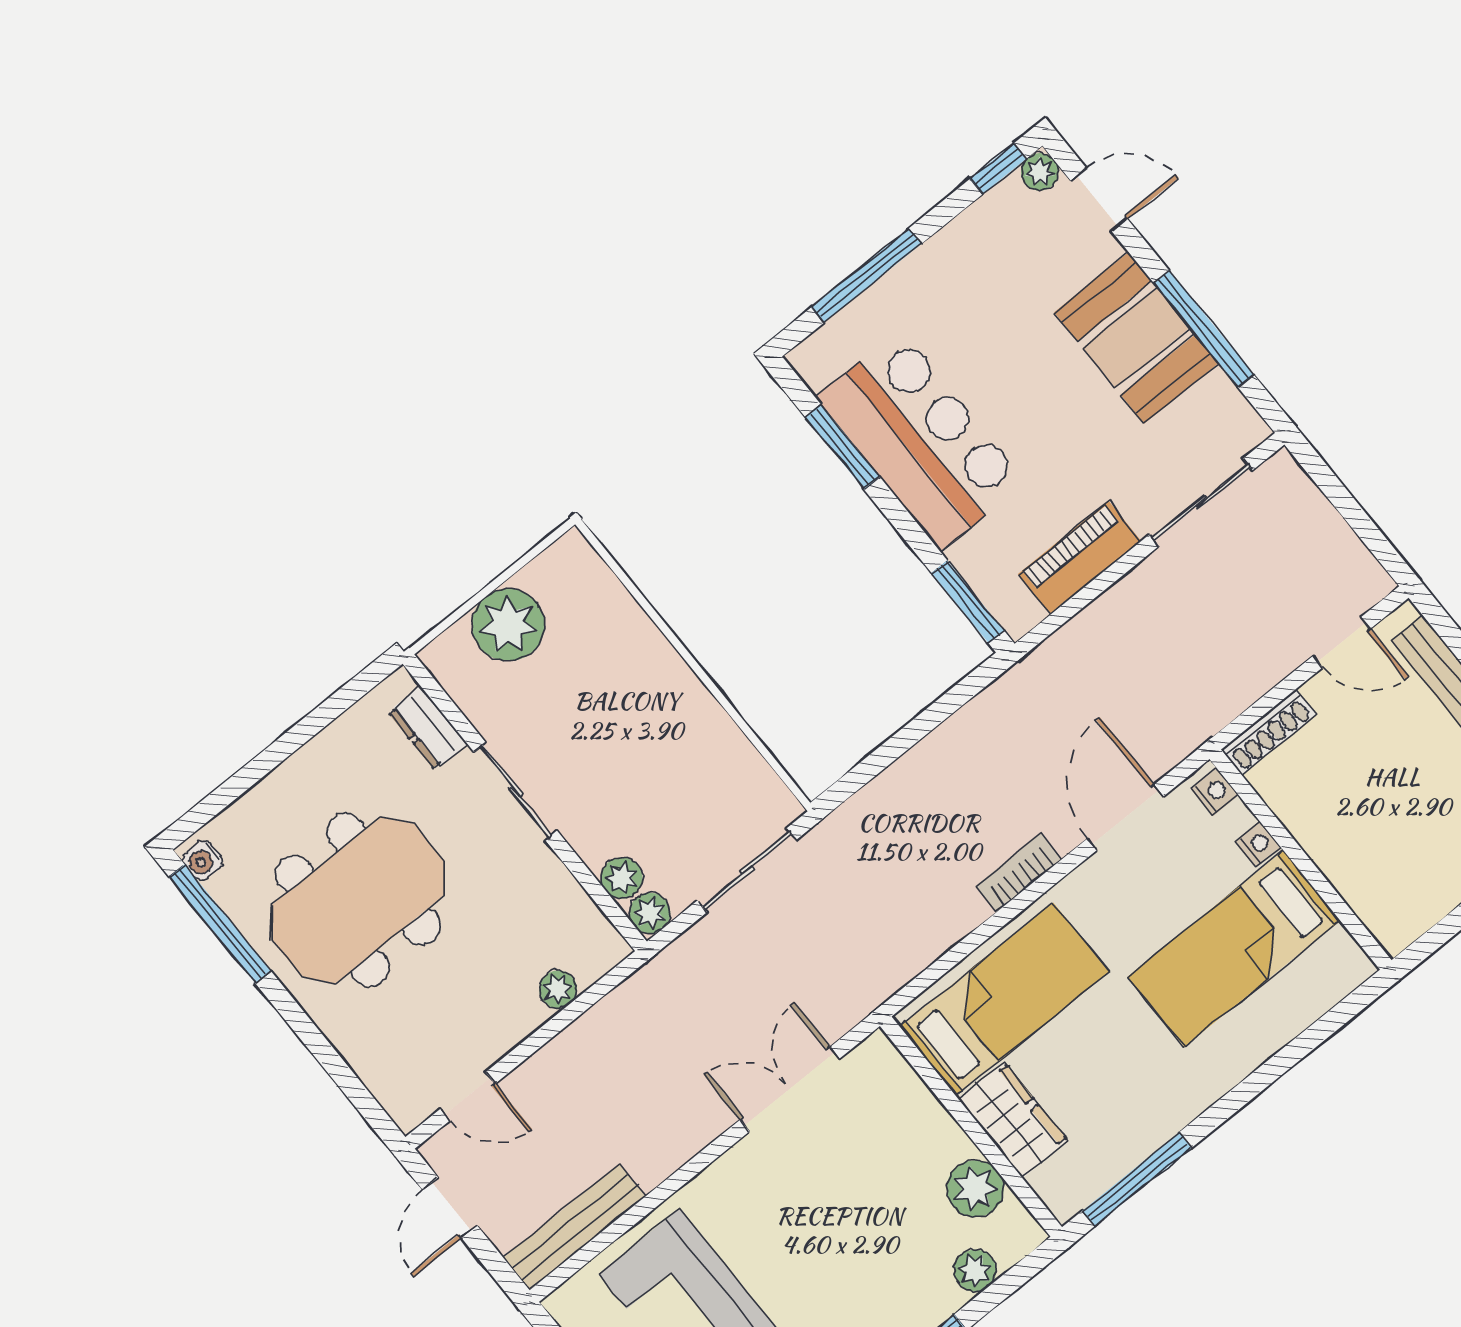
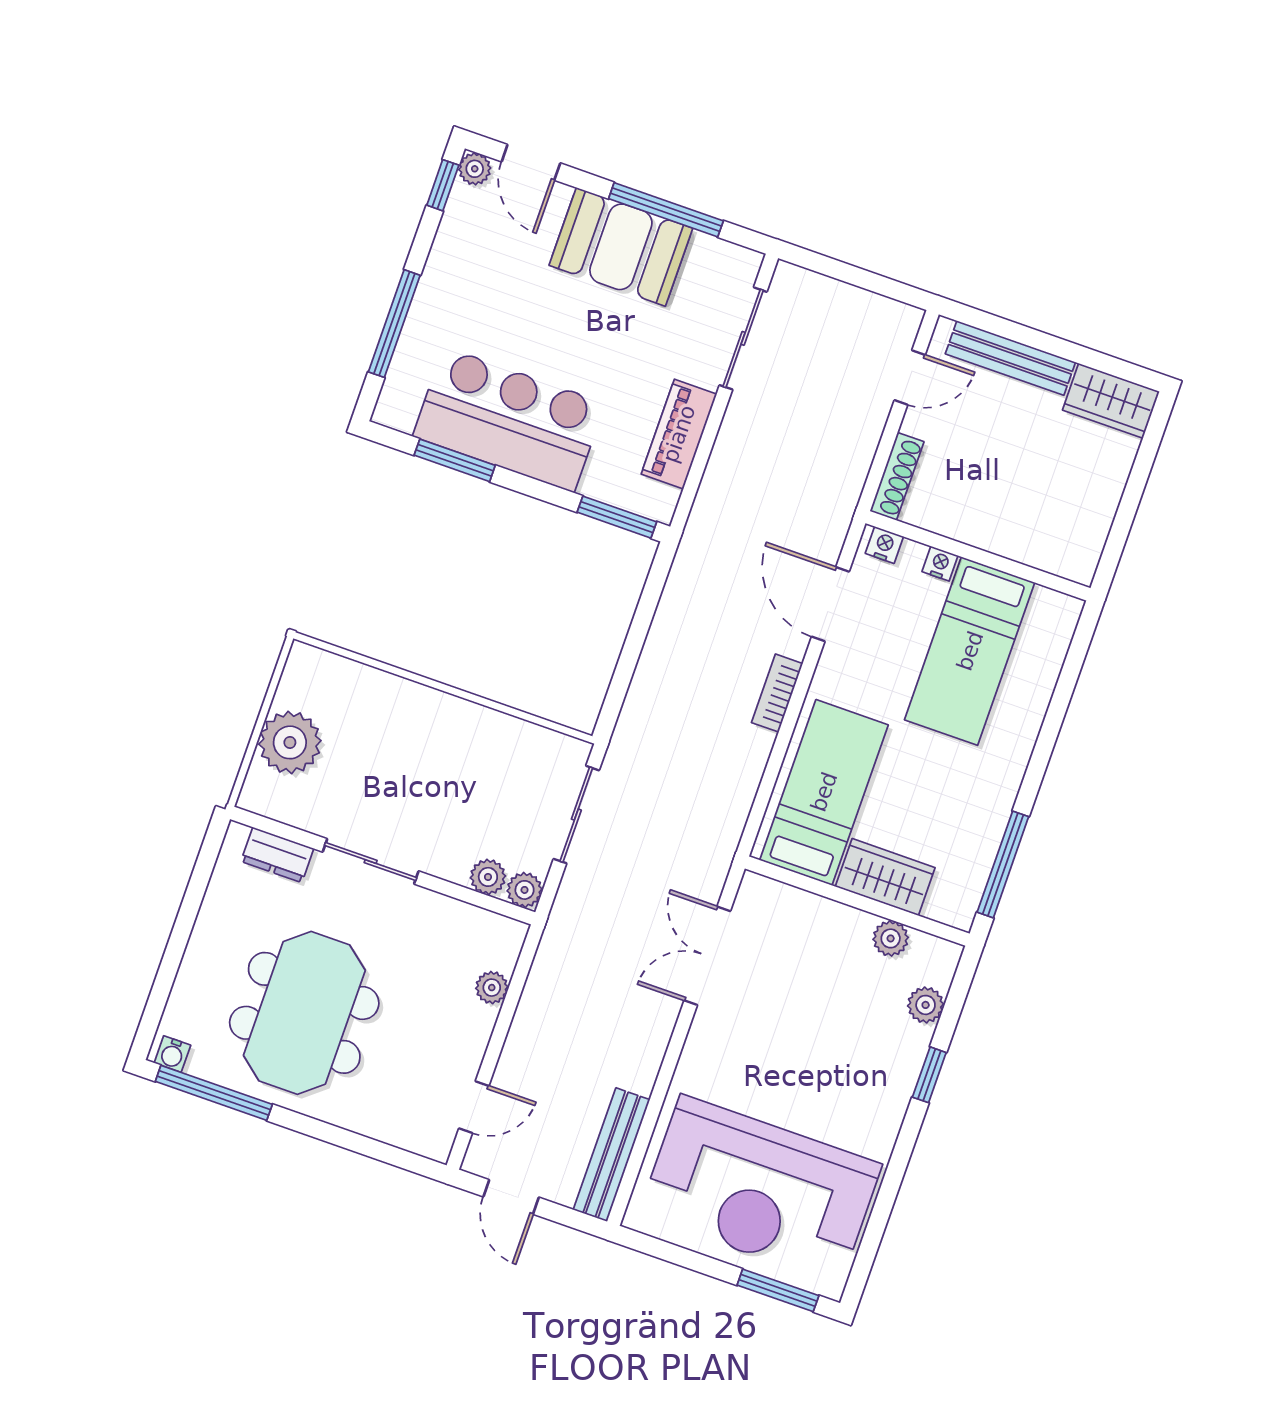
door: (1099, 200) -> (531, 162), swing flipped
plant: (975, 1189) -> (891, 938), width x0.73, depth x0.73

